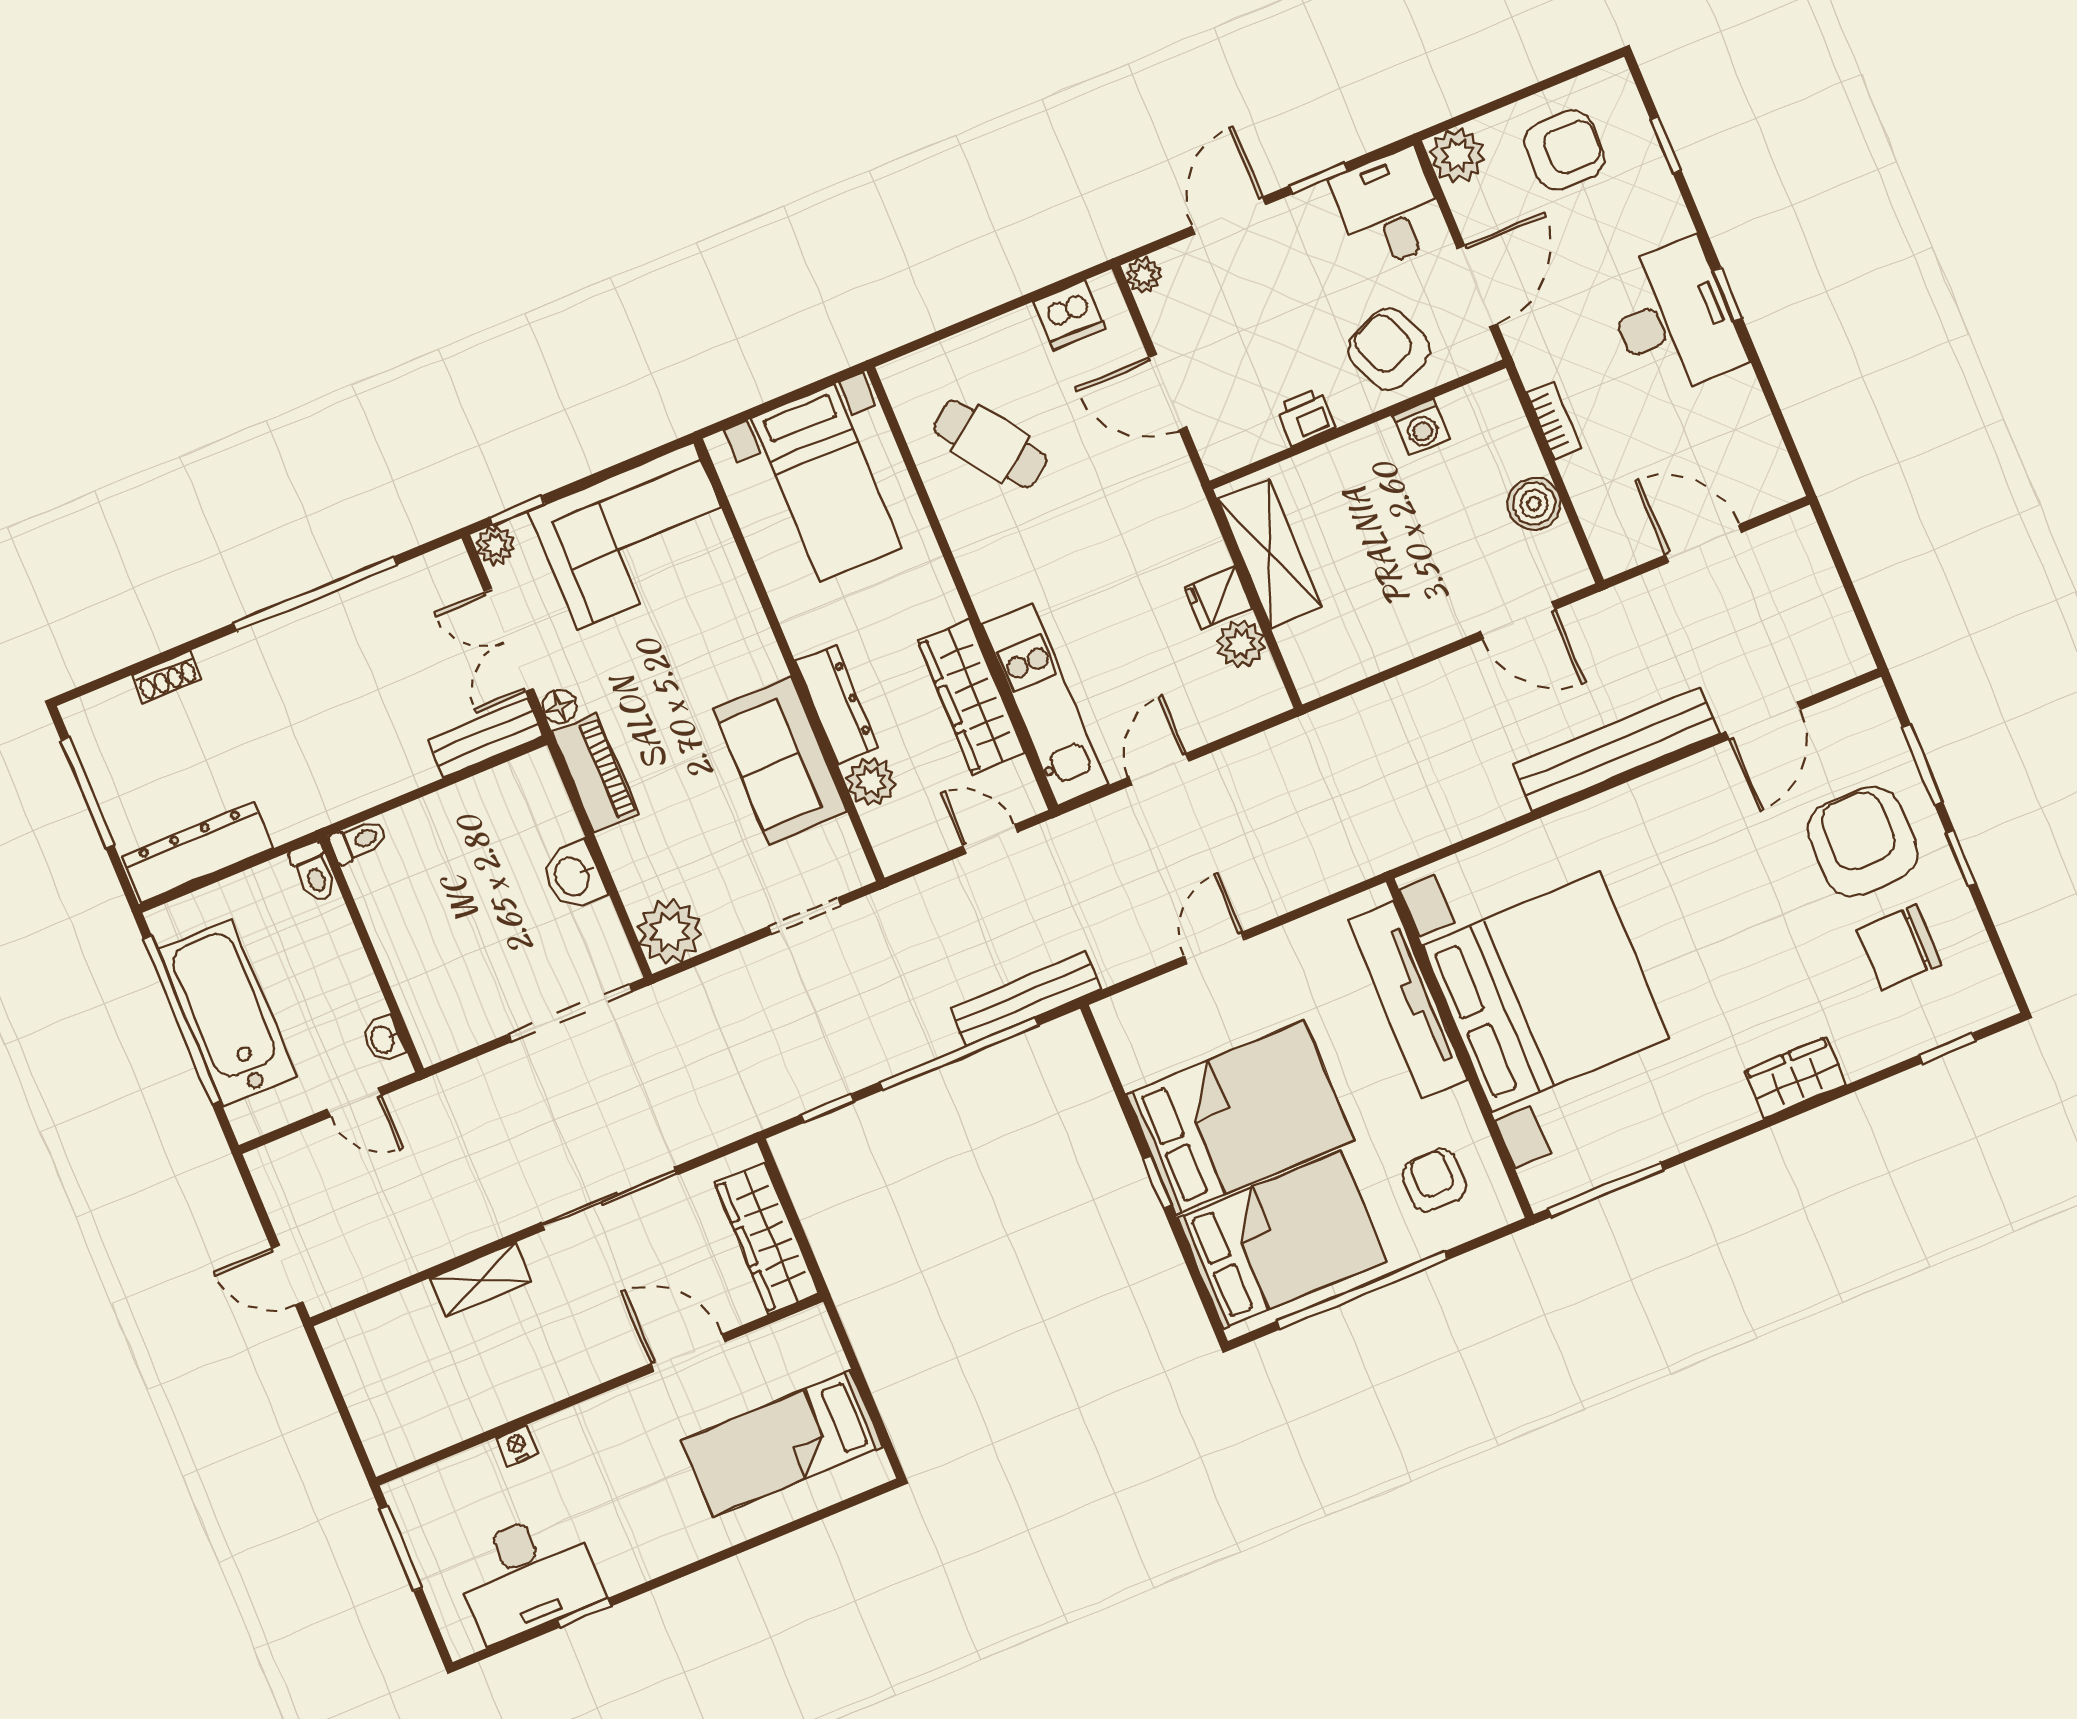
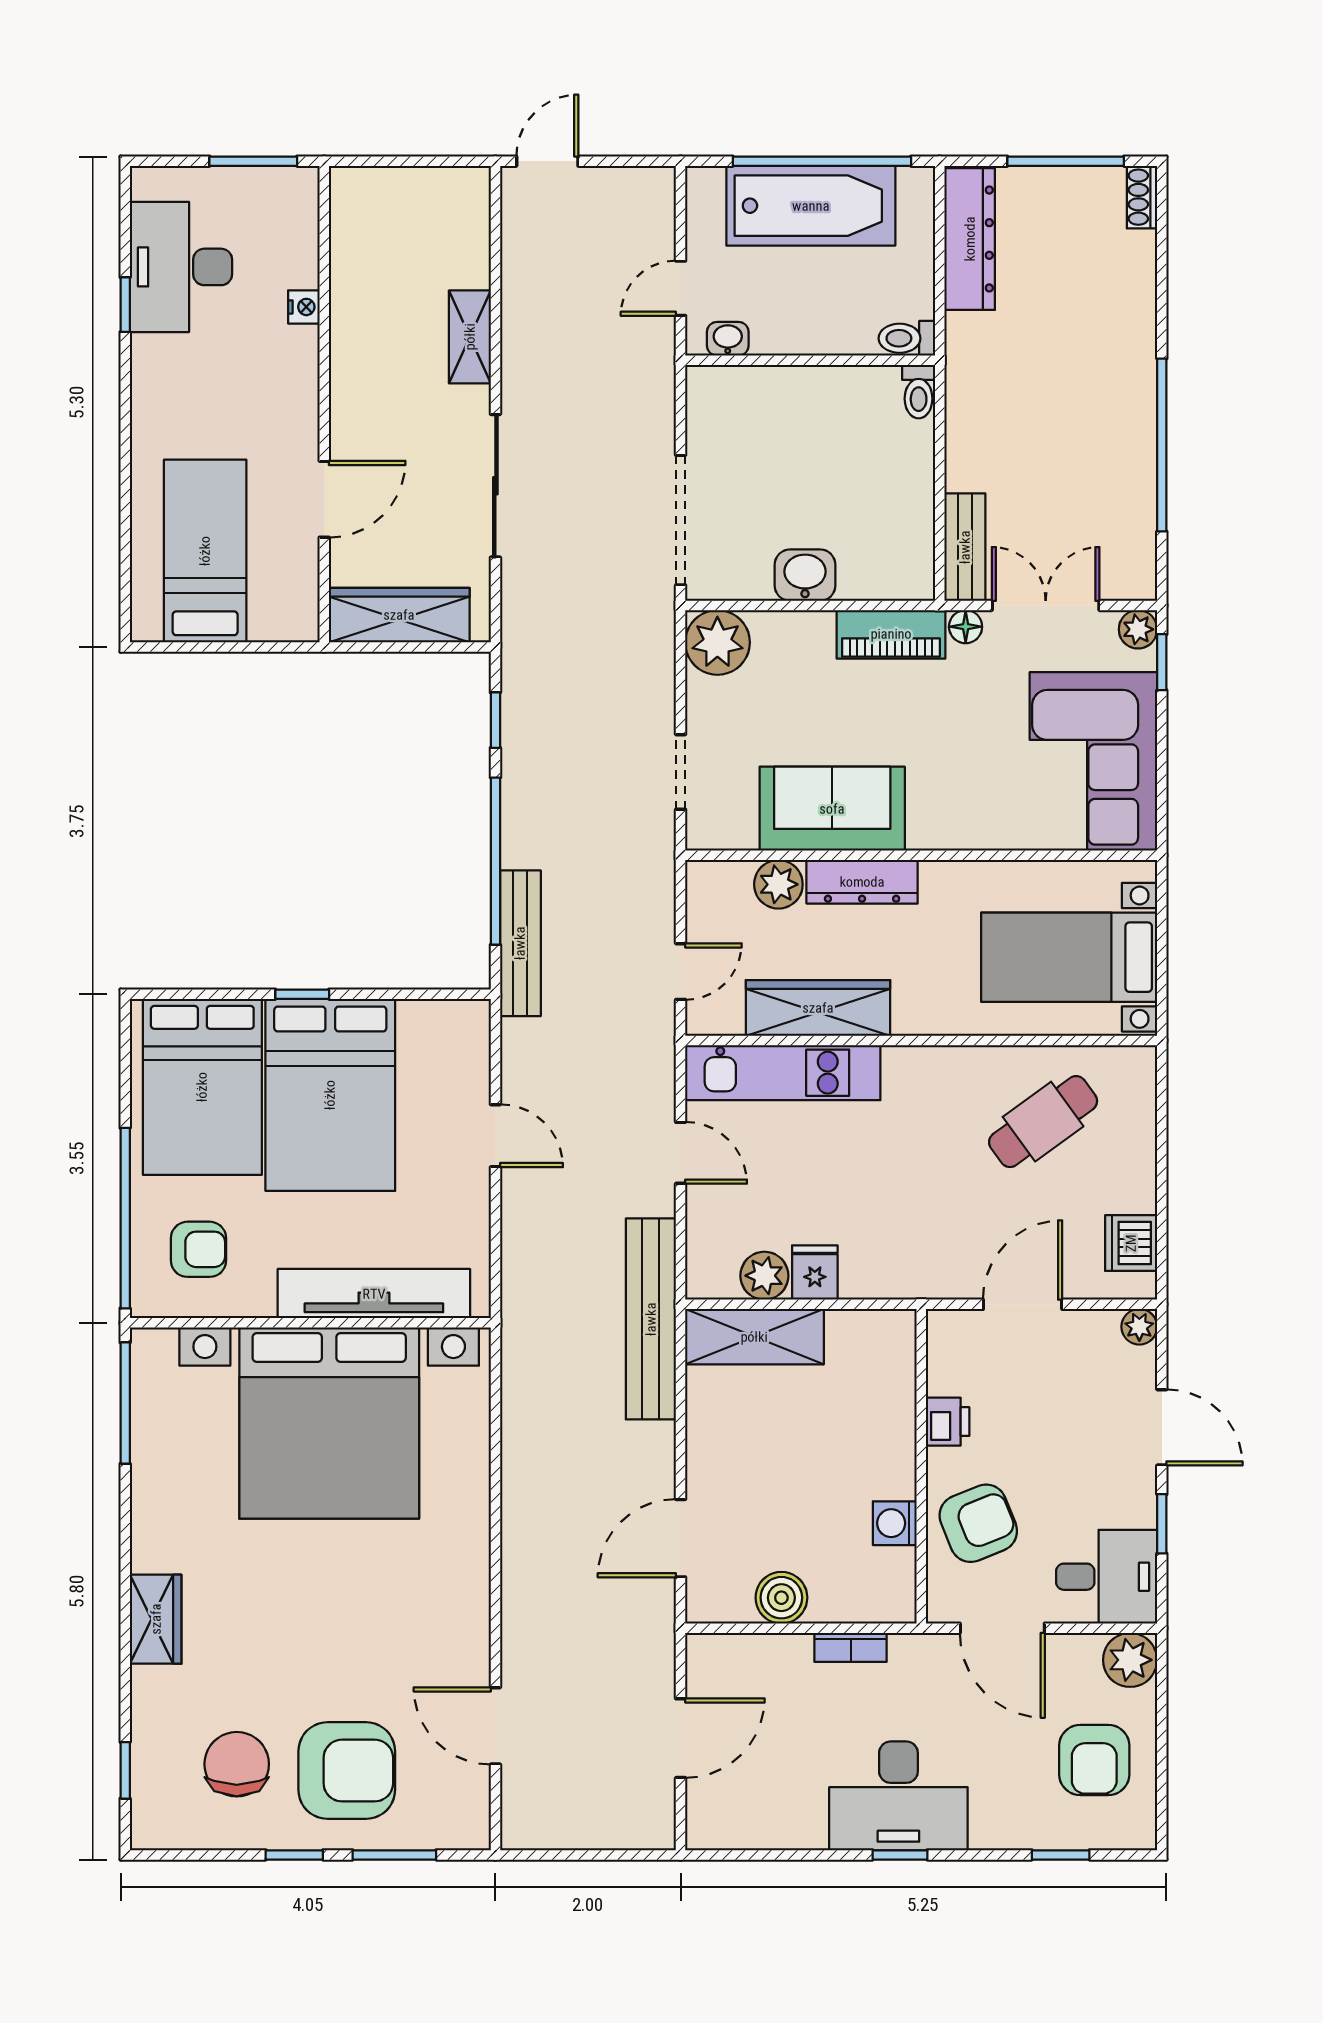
shelving: (1270, 553) -> (754, 1337), moved
shoe rack: (167, 677) -> (1142, 197), moved
bench: (1616, 749) -> (651, 1319), moved
window: (1362, 1290) -> (125, 1218), moved

